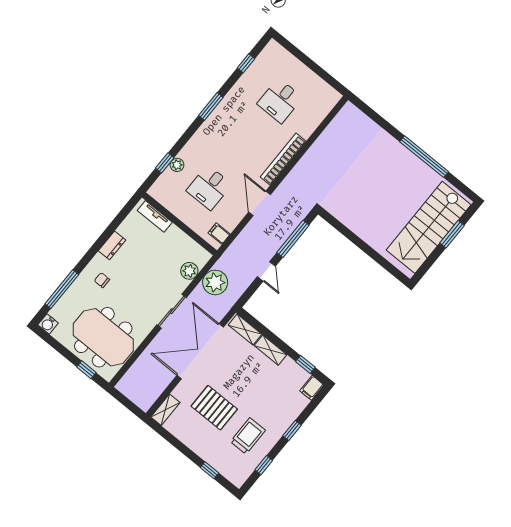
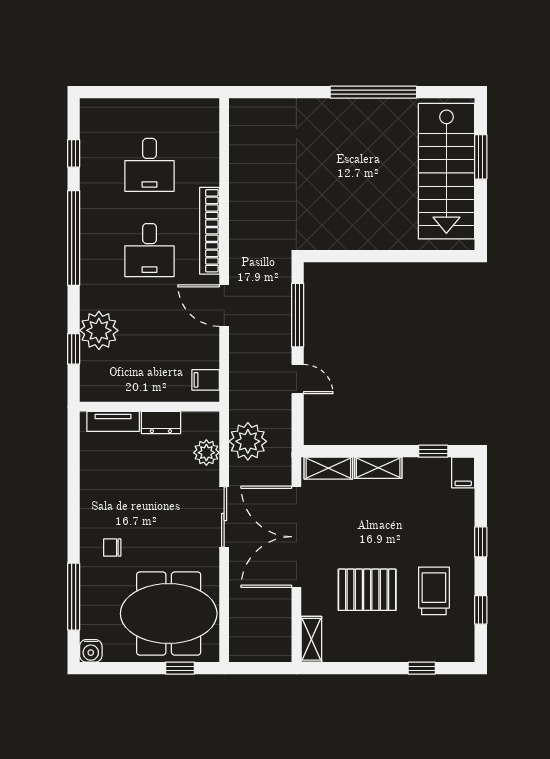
window: (211, 106) -> (74, 238), width x2.11
plant: (177, 165) -> (99, 330), width x1.87, depth x1.87
desk: (209, 187) -> (149, 250), moved
dresser: (112, 245) -> (161, 422), moved, turned 90

